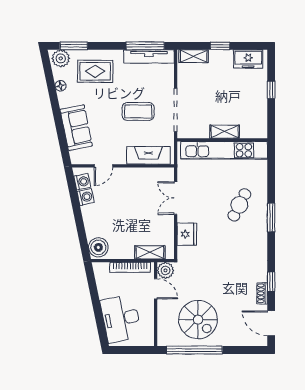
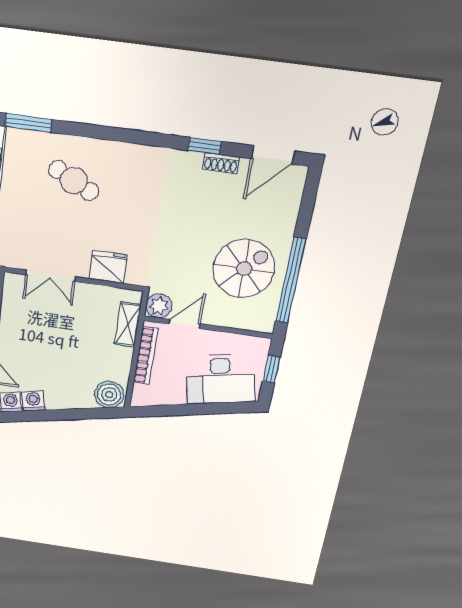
window: (271, 218) -> (28, 123), moved
window: (133, 350) -> (271, 369), added

